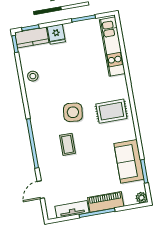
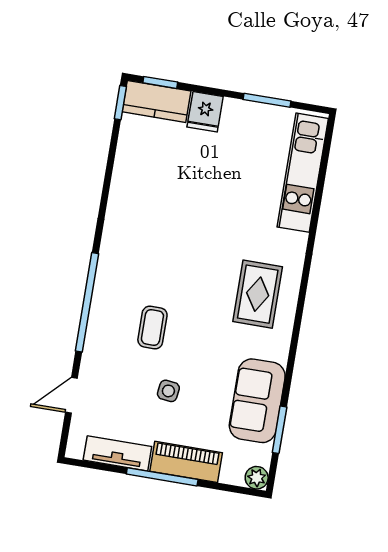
stool: (33, 76) -> (133, 175), removed
rug: (111, 111) -> (258, 294), turned 90
side table: (73, 112) -> (168, 391), moved, width x0.54, depth x0.54

